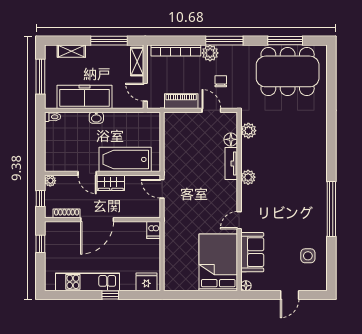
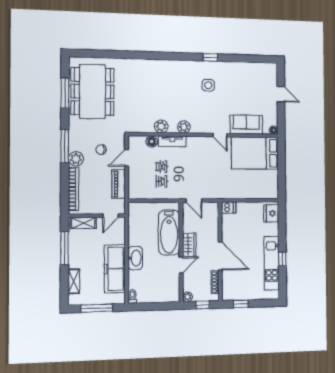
washbasin: (96, 118) -> (135, 258), width x1.91, depth x1.45
plant: (248, 131) -> (161, 126), moved
door: (162, 189) -> (194, 201), hinge flipped
window: (331, 209) -> (210, 57), width x0.32
side table: (308, 256) -> (208, 85), moved
window: (110, 295) -> (282, 259), moved

